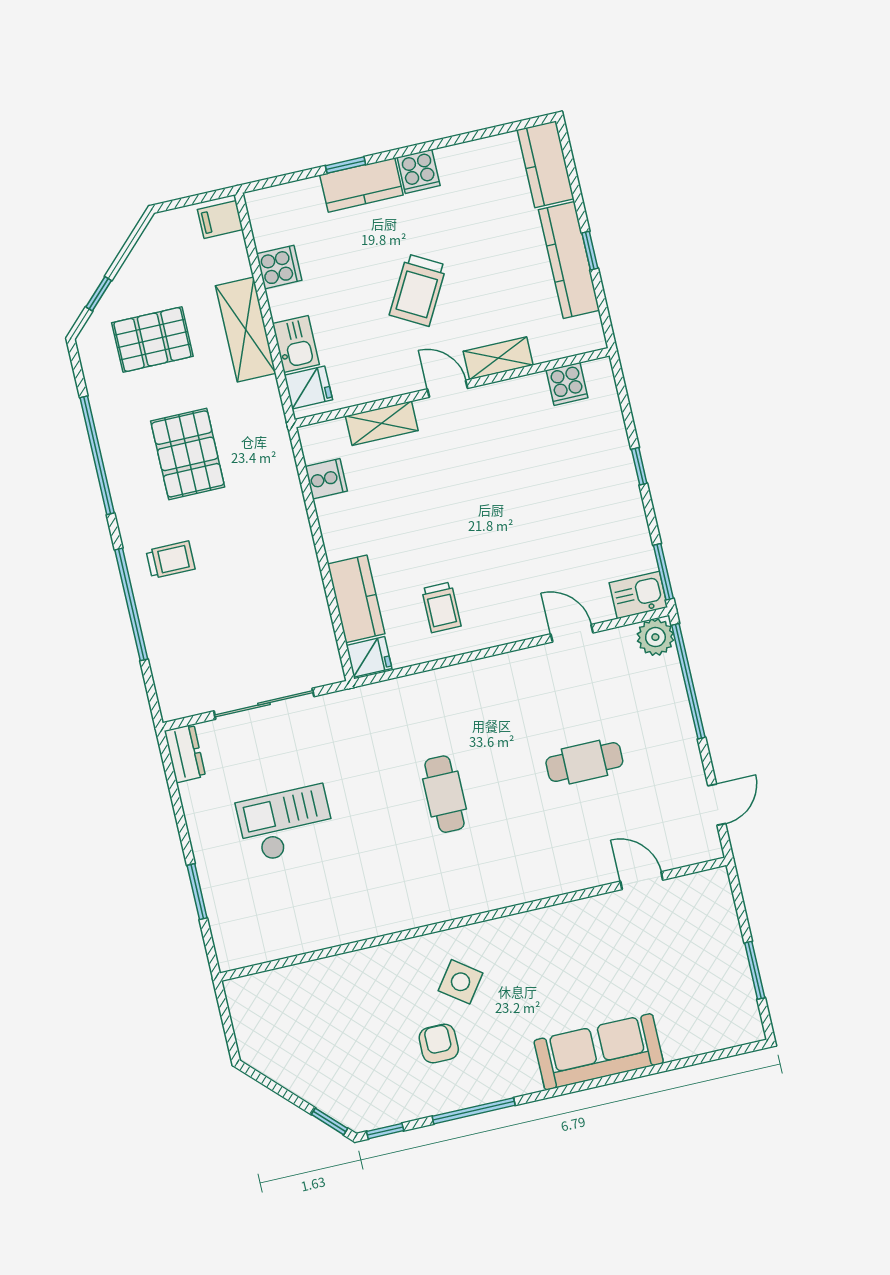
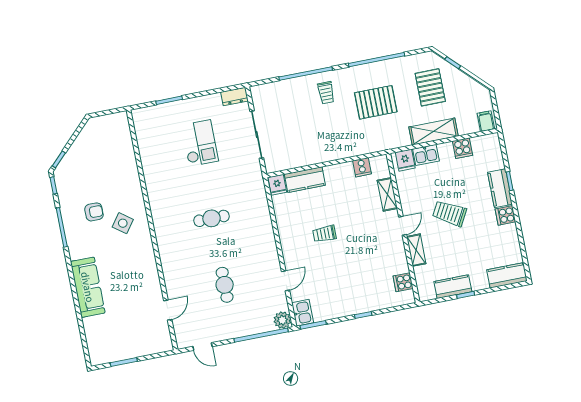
kitchen counter: (569, 260) -> (453, 287), width x0.67
trolley: (441, 607) -> (325, 234), moved

